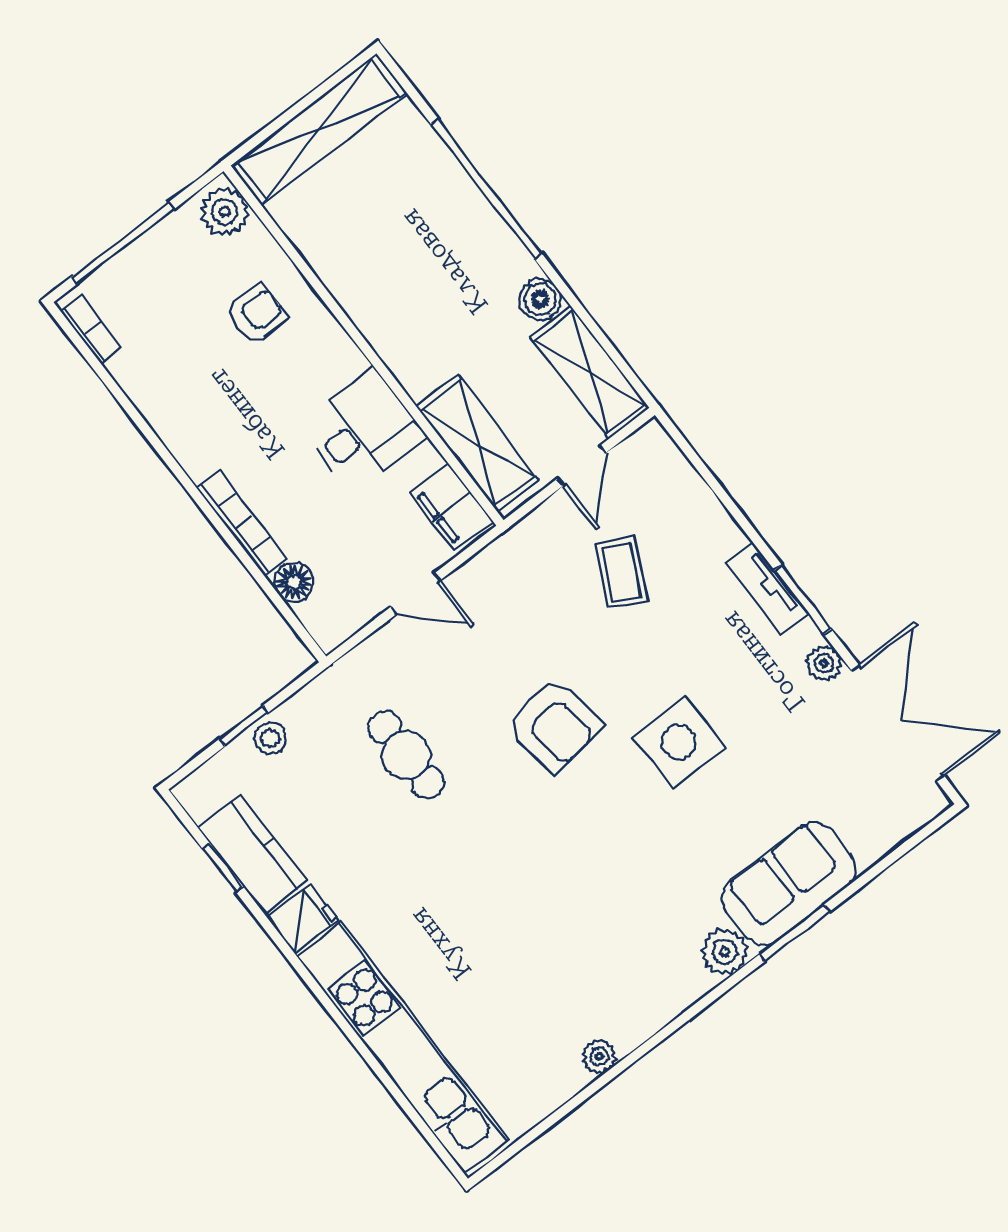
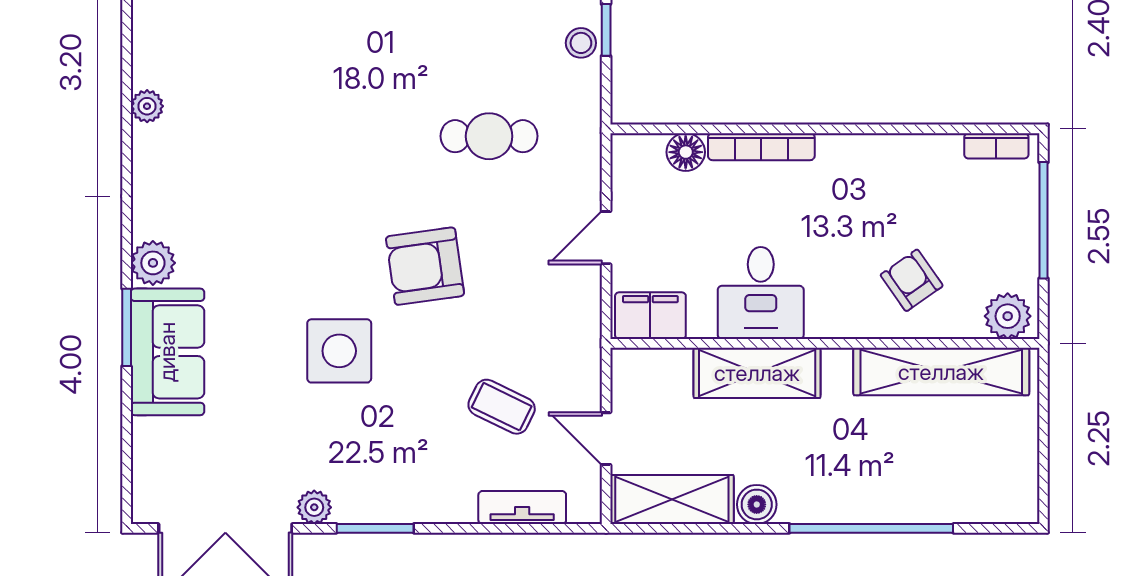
shelving: (318, 130) -> (941, 372), moved, turned 90
armchair: (256, 314) -> (912, 280), turned 145
shelving: (478, 443) -> (757, 373), moved
tv unit: (767, 588) -> (522, 507), moved

